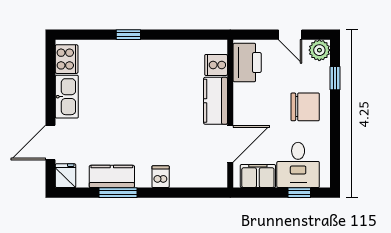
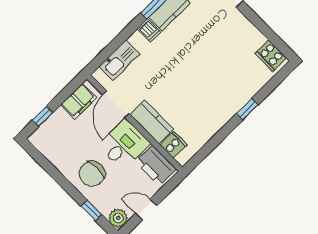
kitchen sink: (67, 97) -> (119, 60), moved, turned -90
desk: (298, 165) -> (124, 145), moved, turned 90
dishwasher: (161, 177) -> (149, 30), moved

